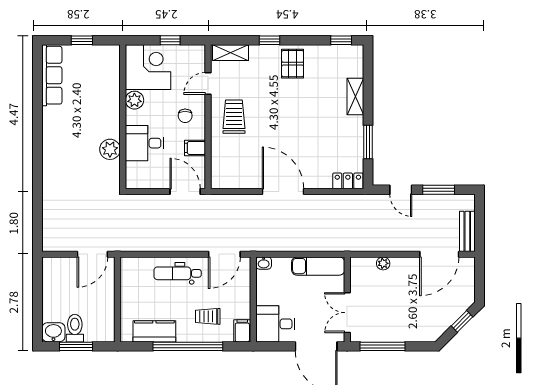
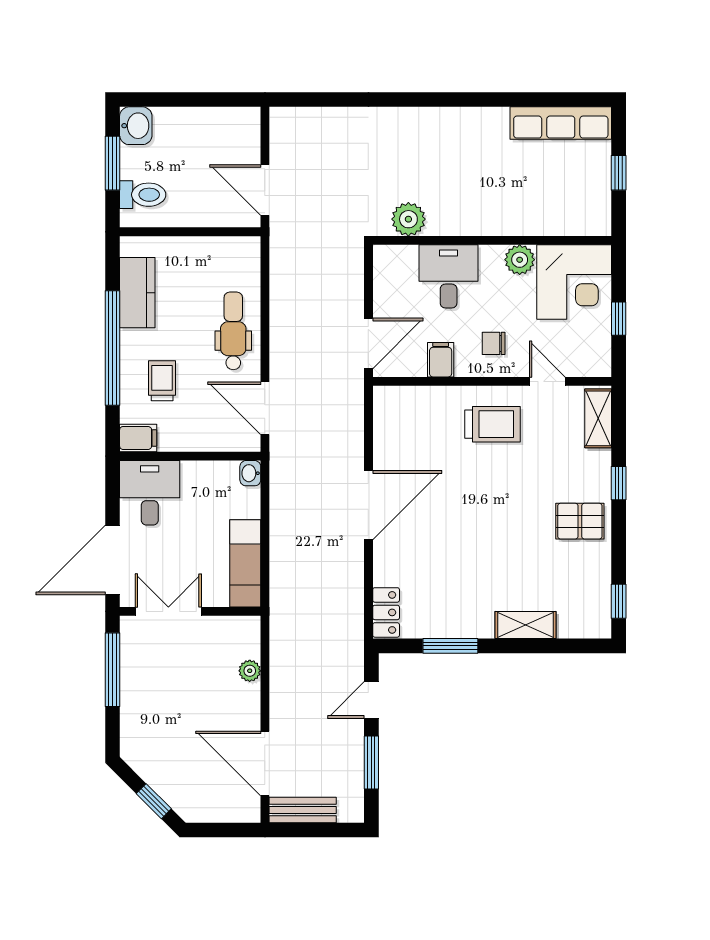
plant: (110, 149) -> (408, 219), moved
toilet: (75, 328) -> (143, 195), moved

